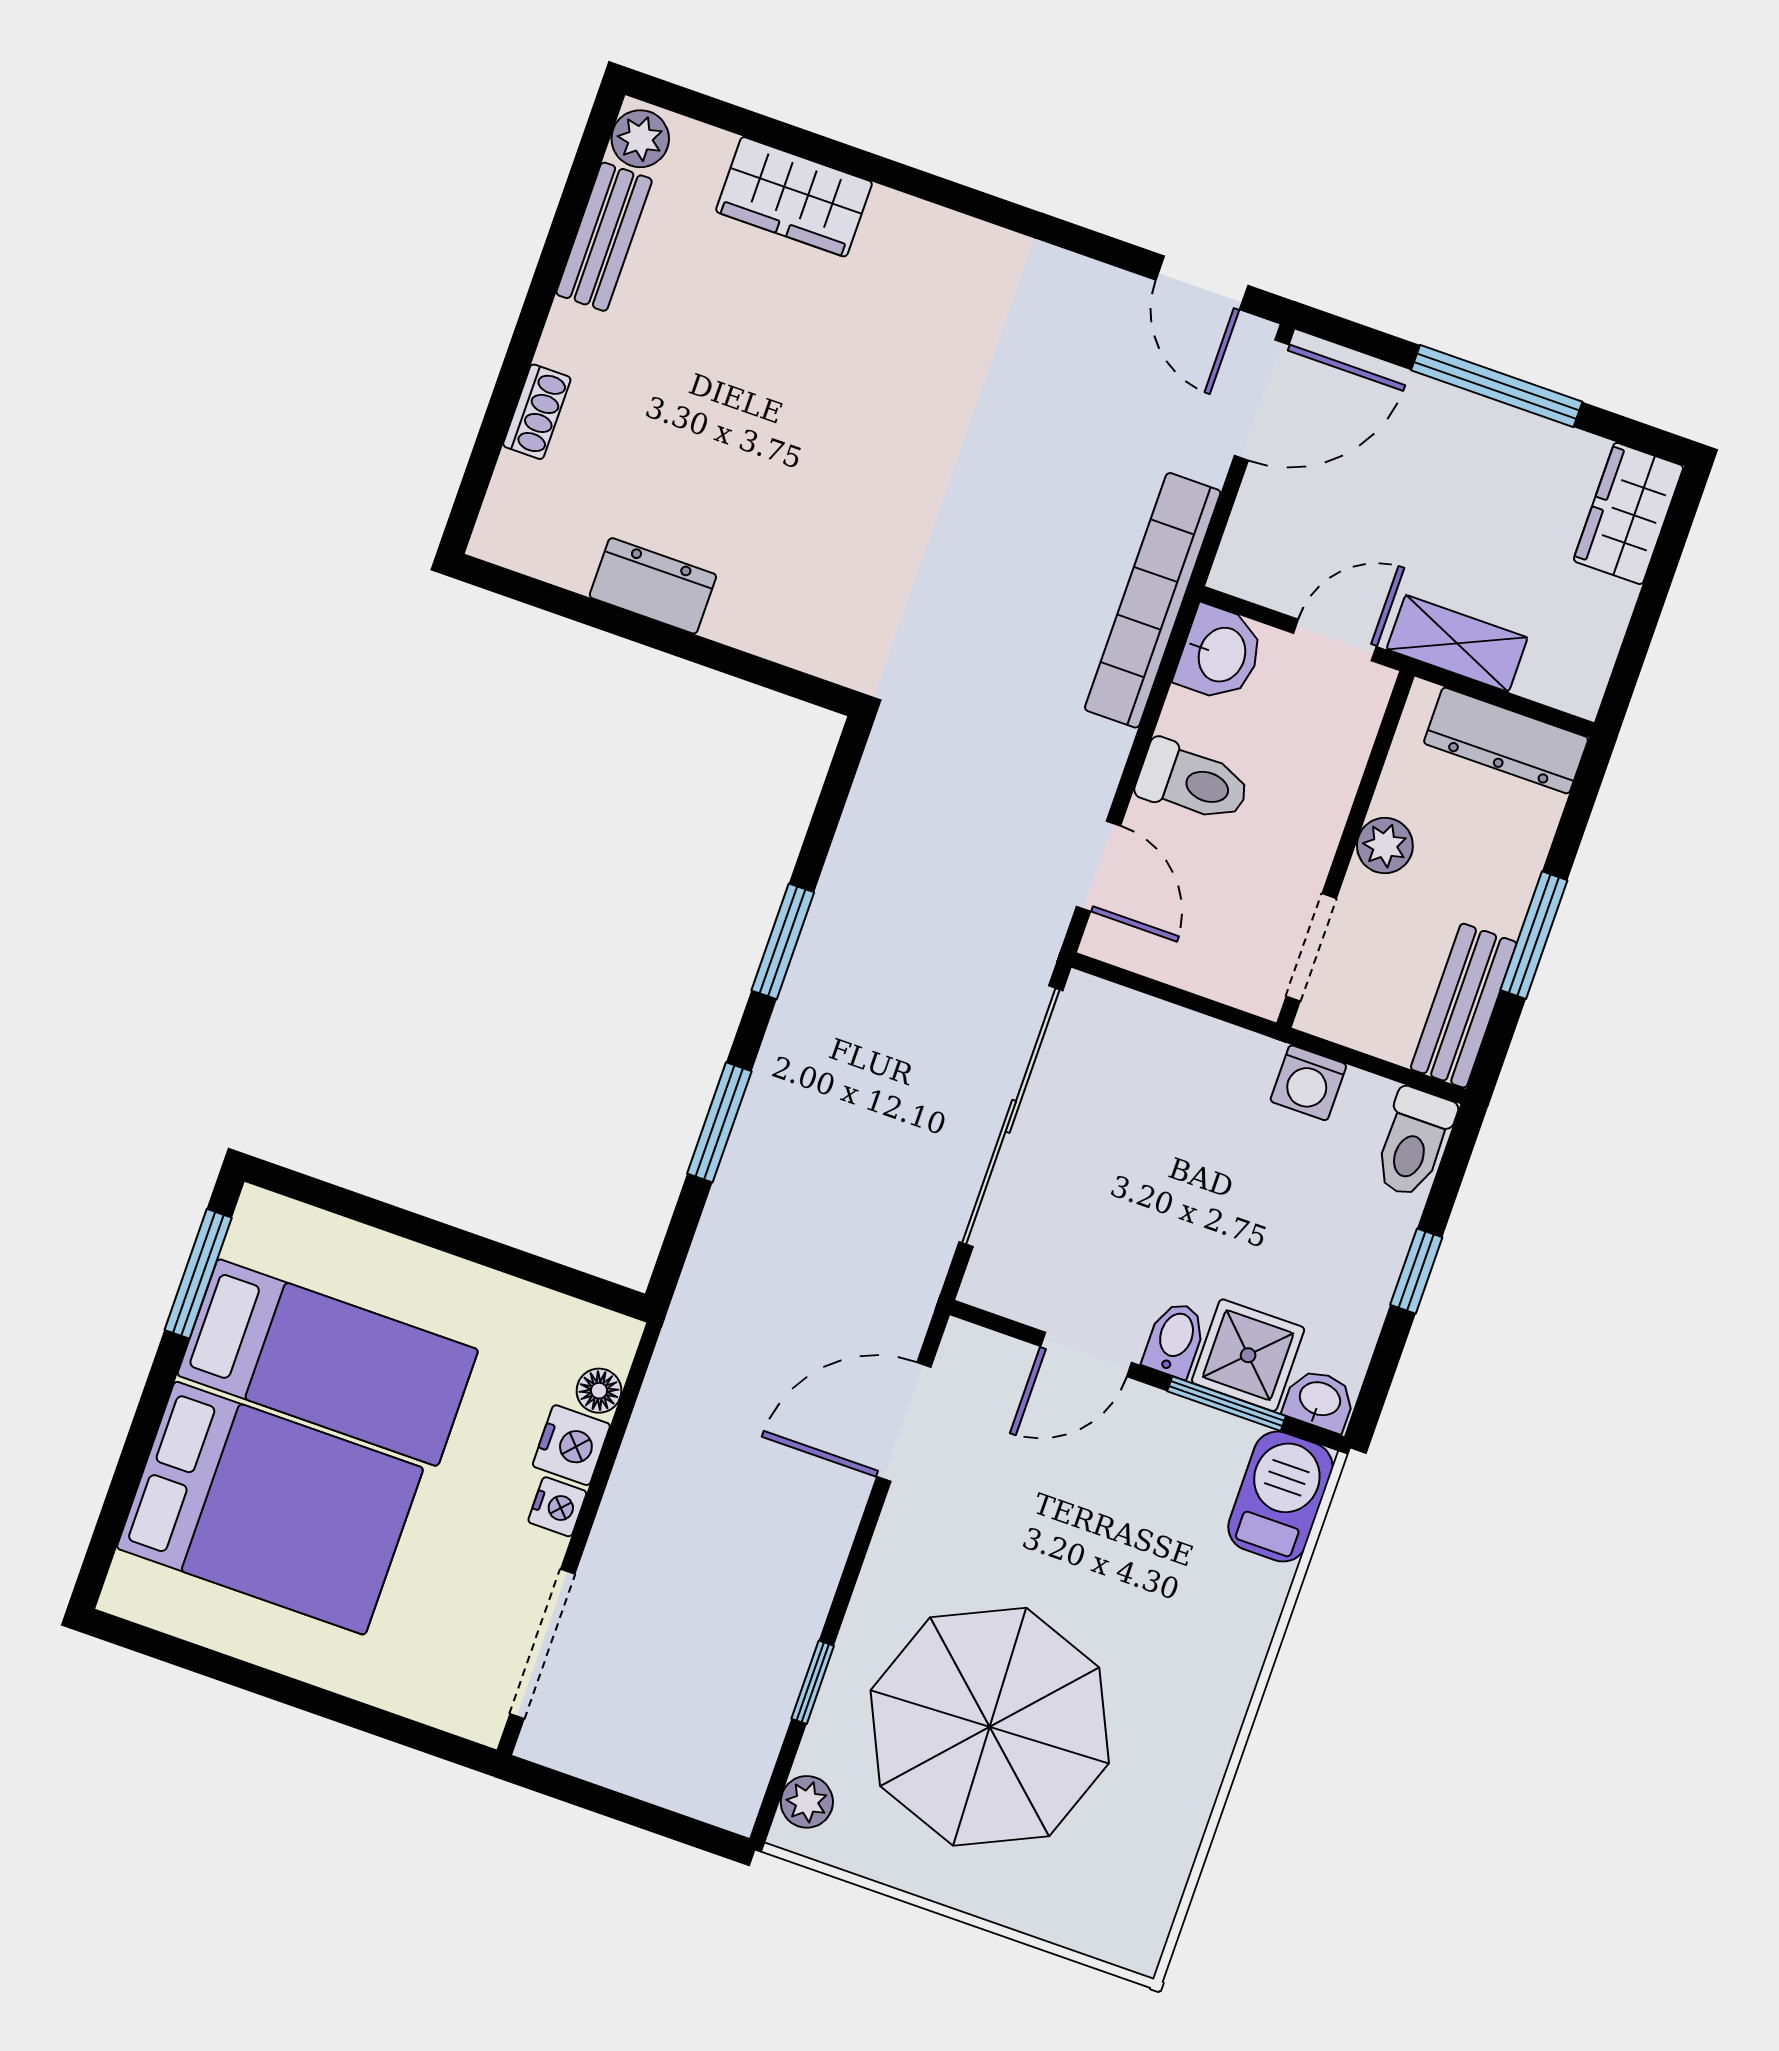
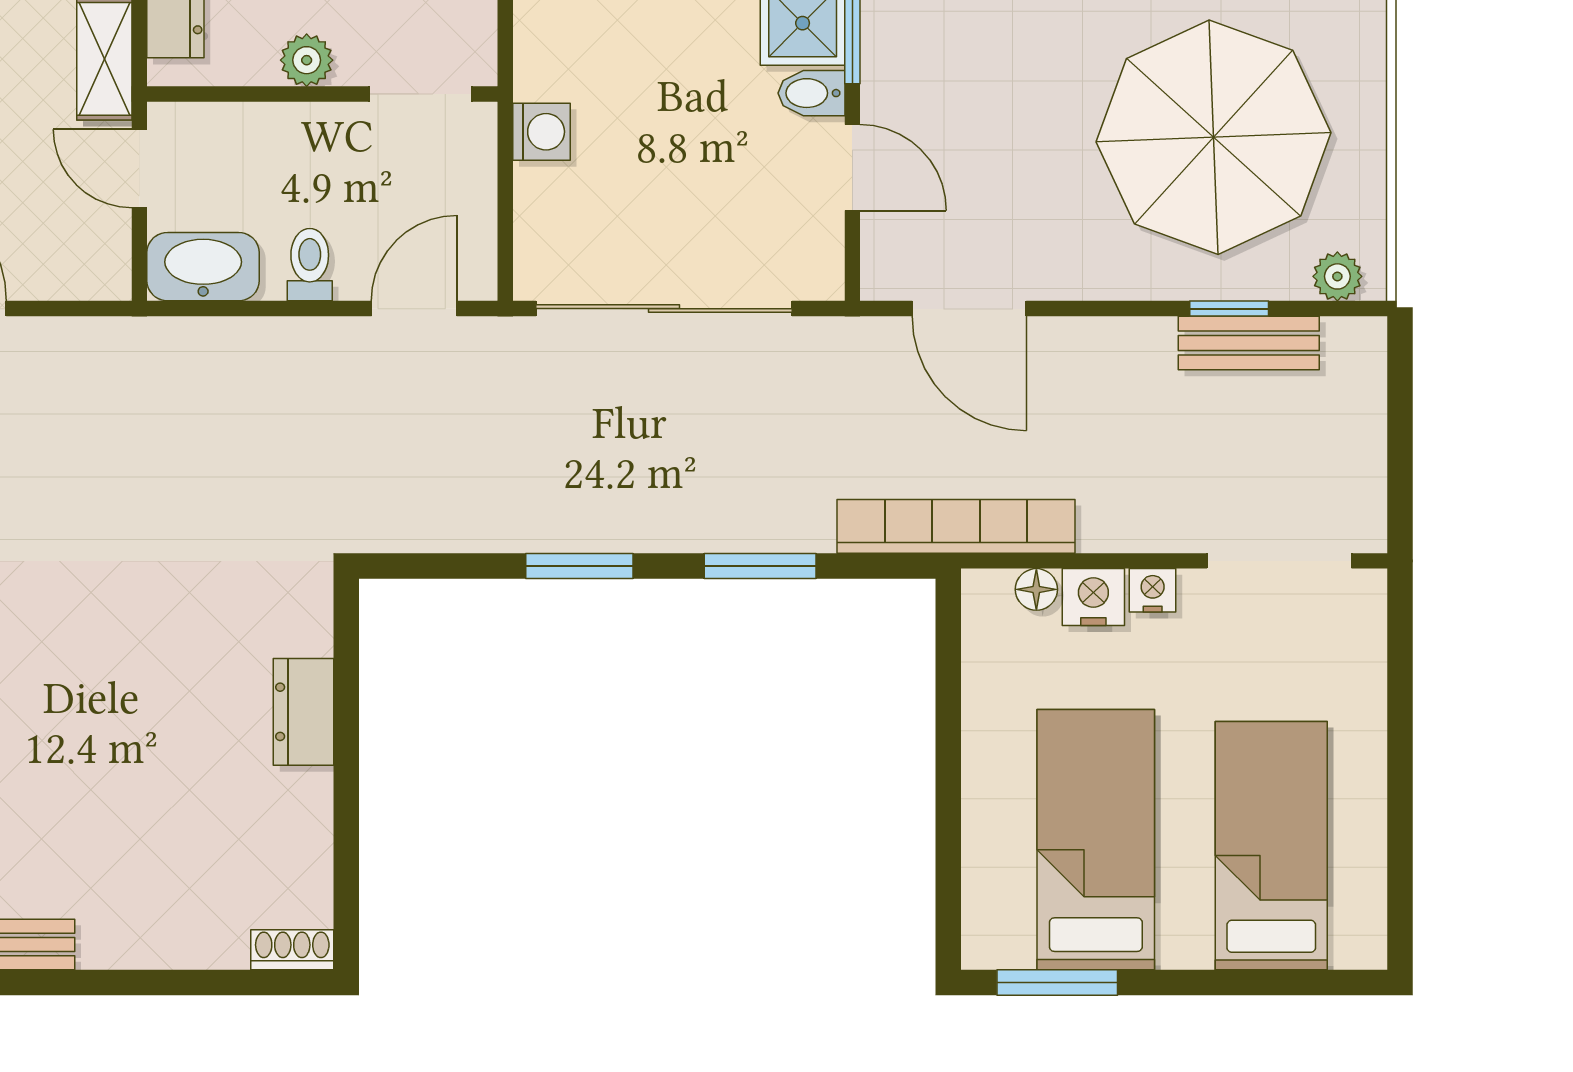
shoe rack: (537, 412) -> (292, 950), moved
dresser: (653, 586) -> (304, 712), moved
bookcase: (1153, 600) -> (956, 526), moved, turned 180
washbasin: (1220, 654) -> (203, 267), width x1.38
toilet: (1193, 782) -> (310, 265), width x0.73, depth x0.72
washing machine: (1308, 1083) -> (541, 132), moved
bed: (270, 1508) -> (1271, 846), width x0.67
bench: (771, 1690) -> (1249, 343), added

